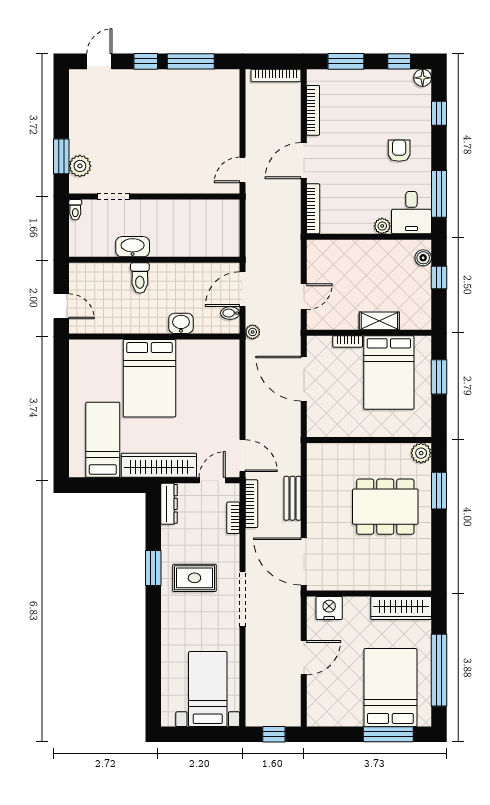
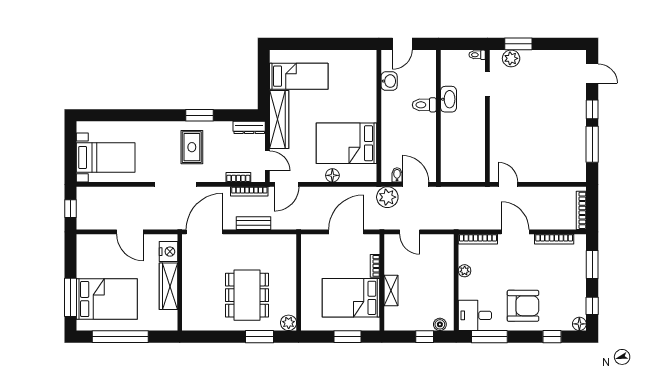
armchair: (399, 151) -> (523, 306), width x1.88, depth x1.88
plant: (382, 226) -> (465, 271), moved
washbasin: (181, 323) -> (389, 81), moved
plant: (253, 332) -> (387, 197), width x1.88, depth x1.88
bed: (149, 378) -> (347, 143), moved
floor lamp: (231, 396) -> (332, 175), added
wardrobe: (401, 608) -> (168, 286), moved

